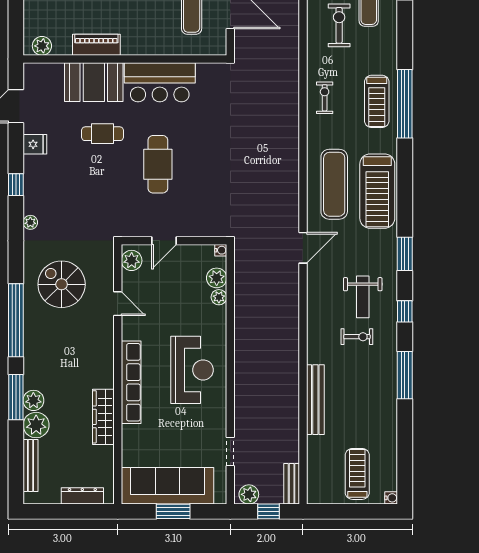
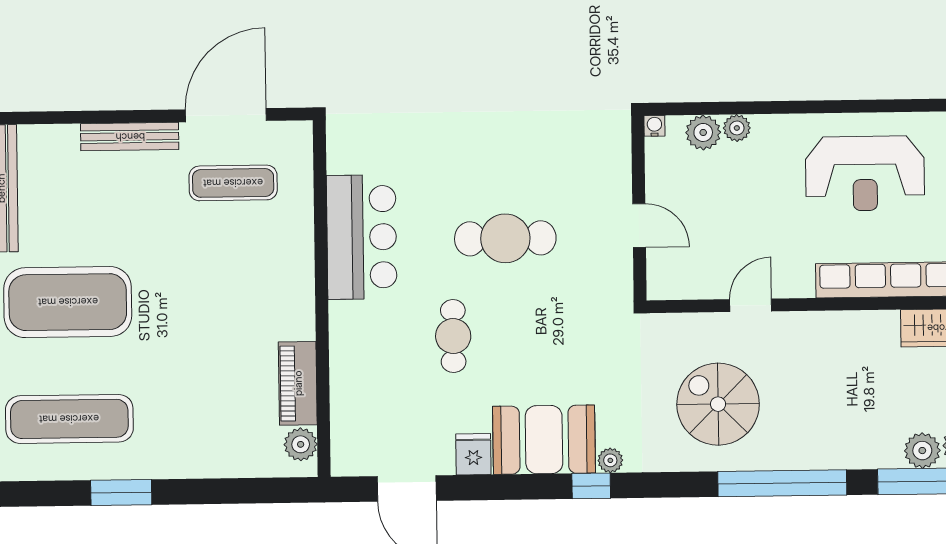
piano: (96, 45) -> (298, 383), moved
booth: (94, 82) -> (544, 440), moved, turned 90
window: (16, 185) -> (591, 486), moved
plant: (132, 260) -> (675, 282), removed
spiral stairs: (62, 284) -> (718, 404), turned 90
reception desk: (192, 370) -> (865, 173), turned 180

